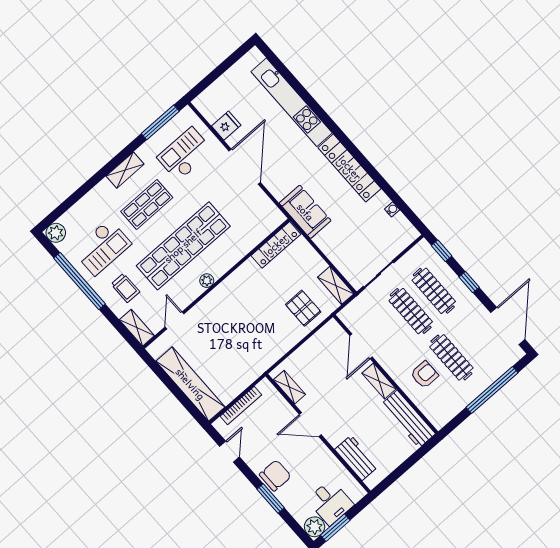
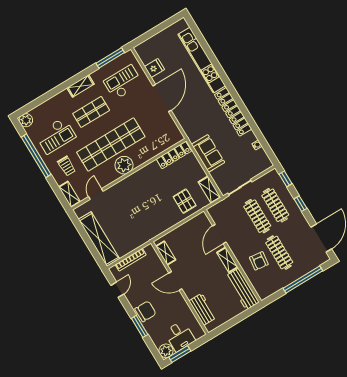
sofa: (305, 212) -> (208, 153), moved
plant: (207, 281) -> (124, 165), width x1.88, depth x1.88
armchair: (424, 375) -> (259, 261), turned 97

